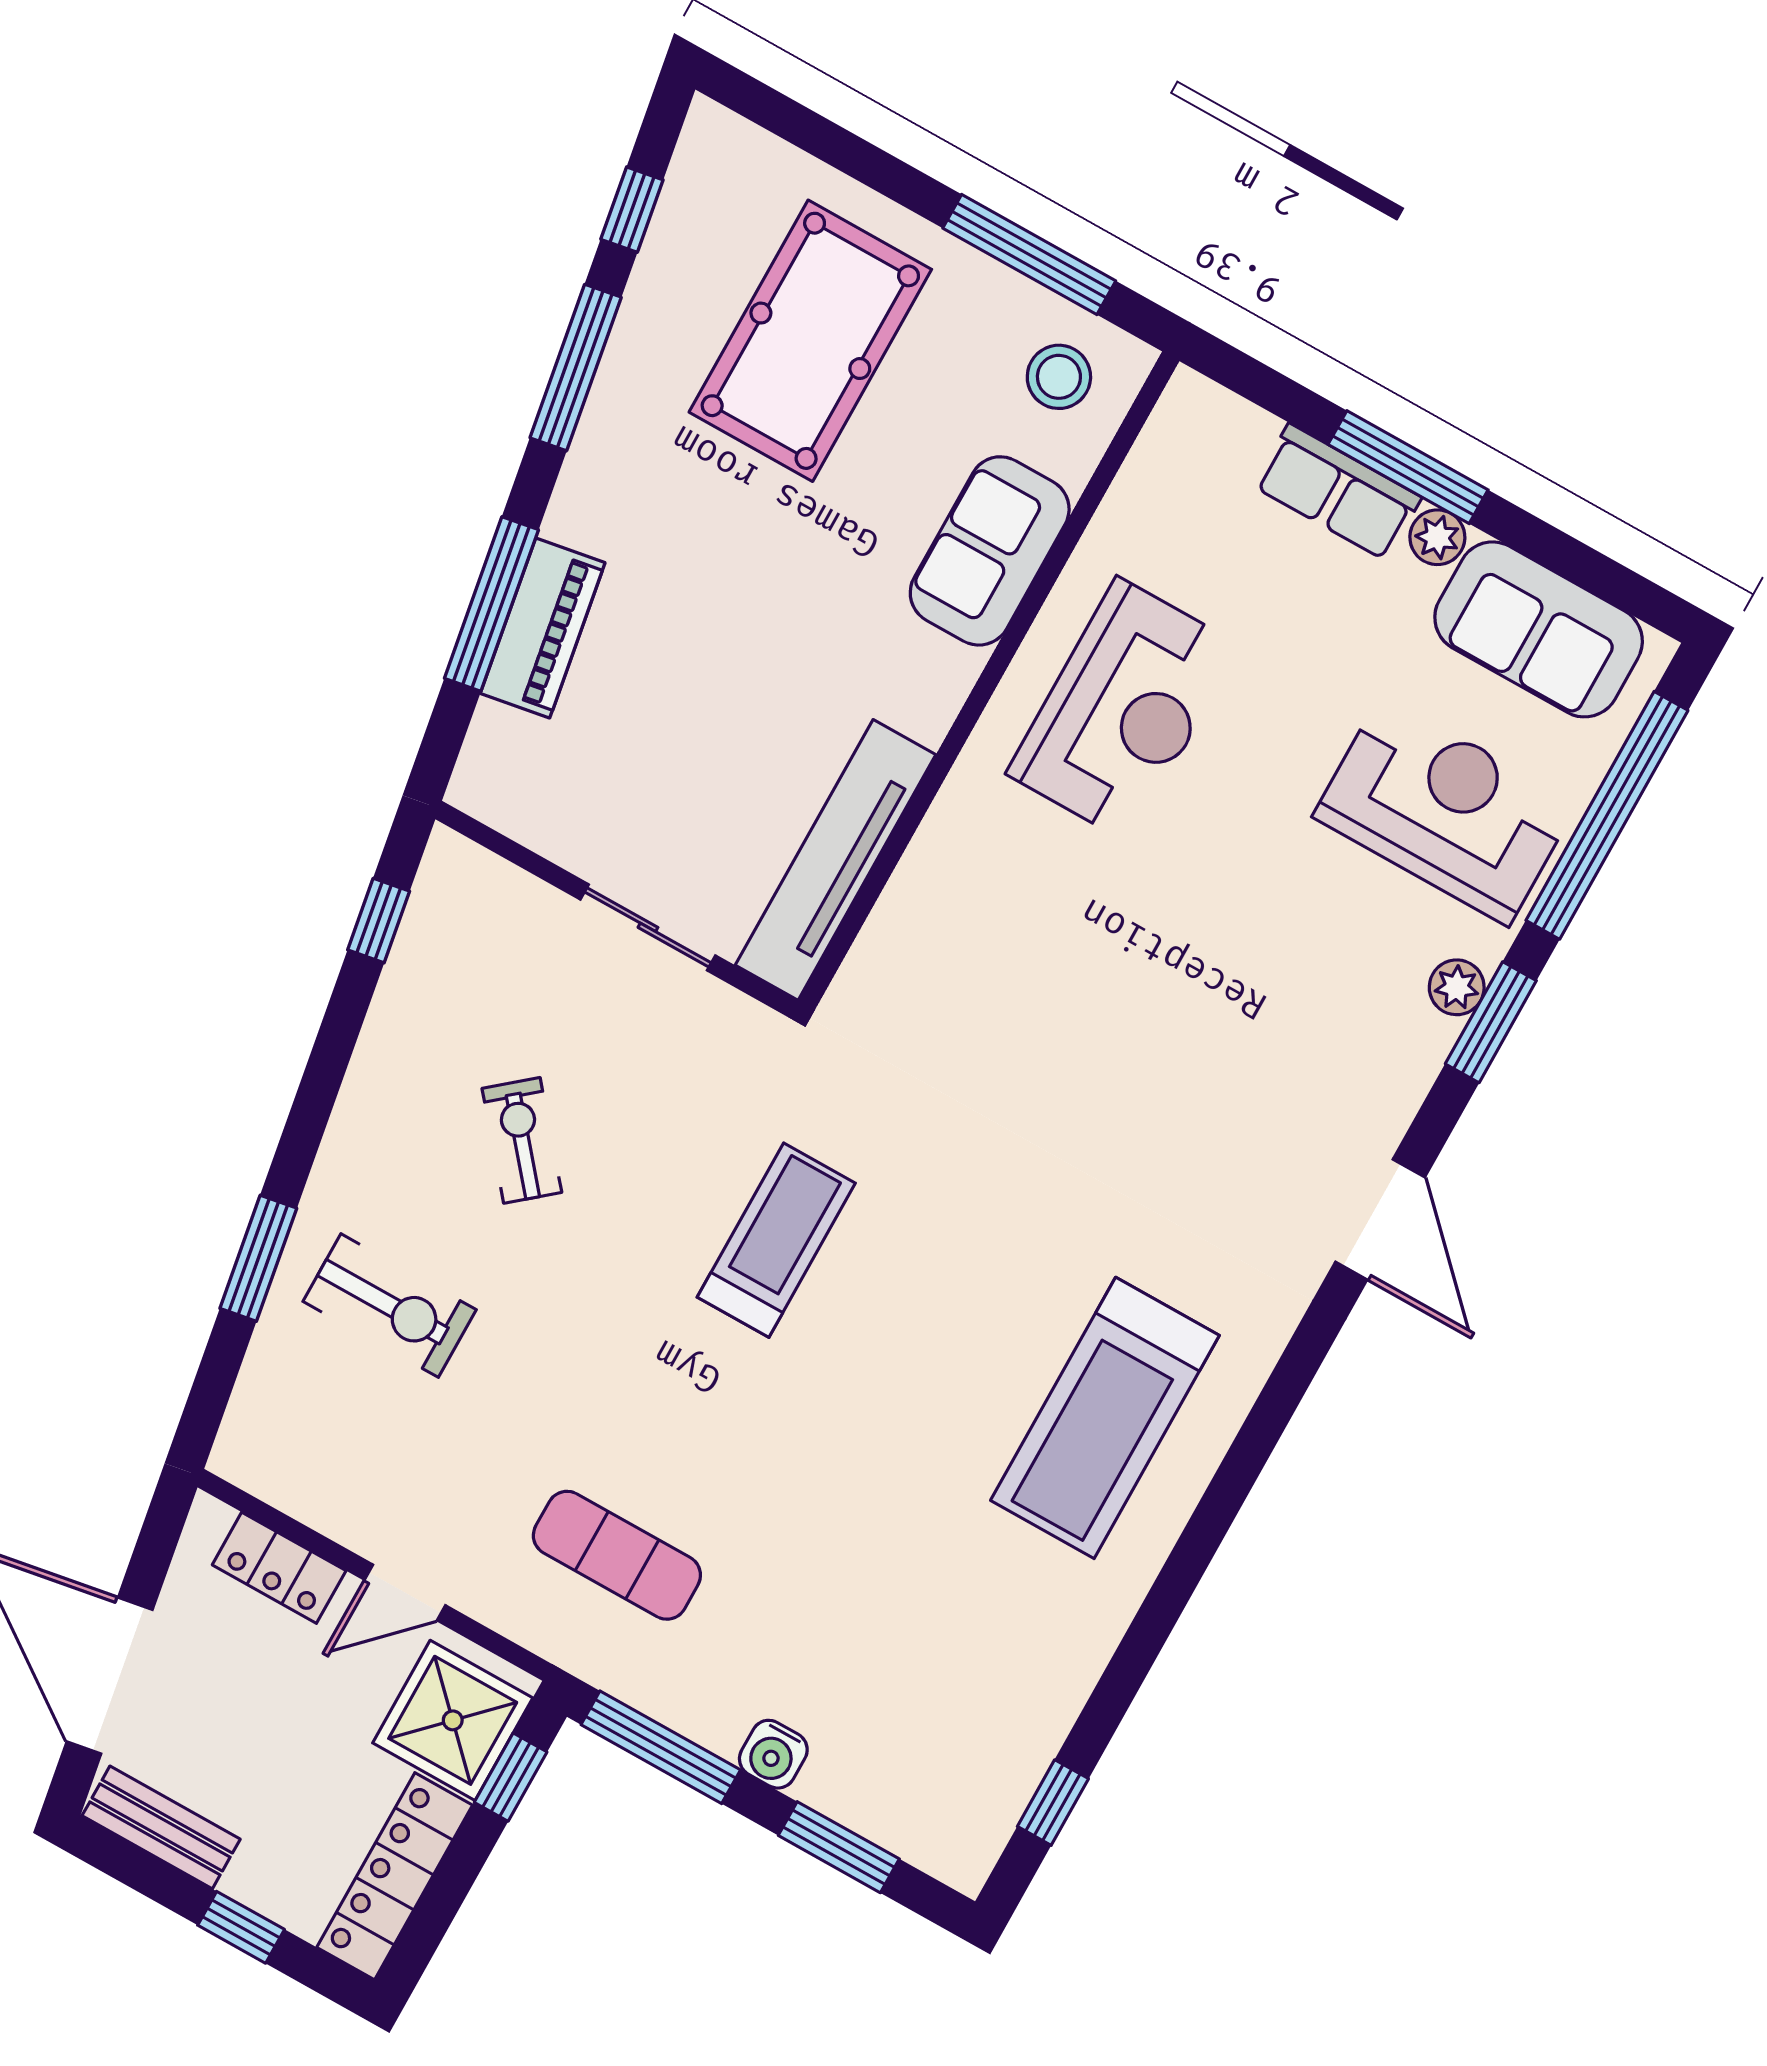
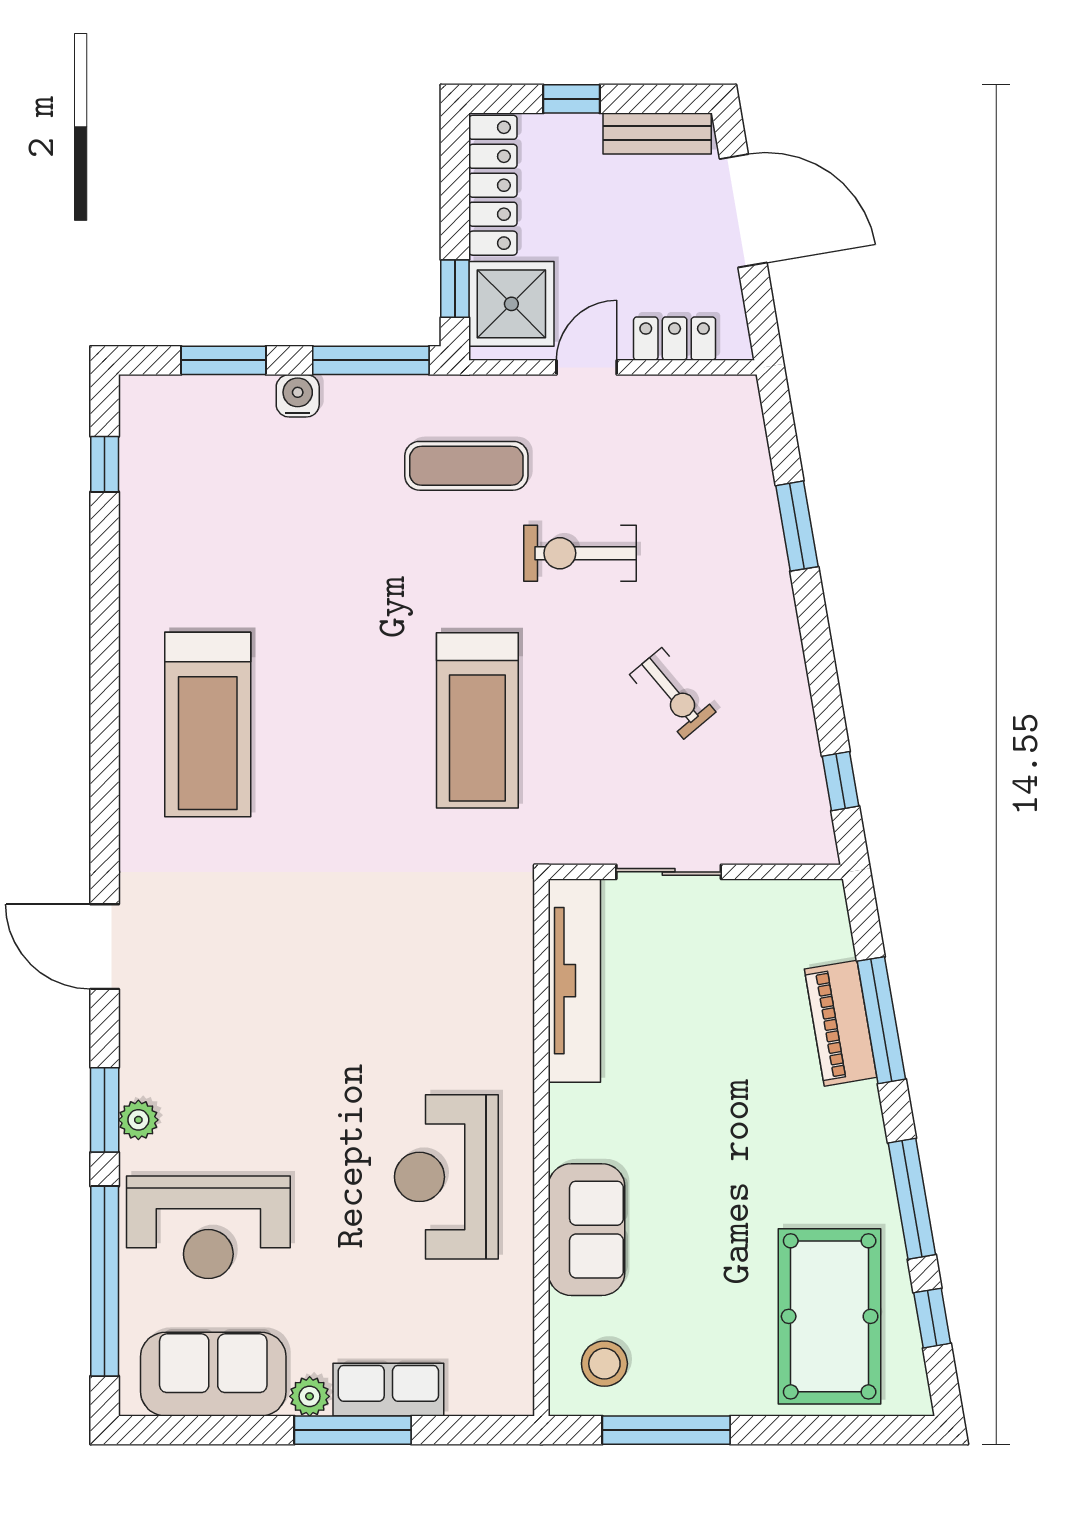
pool table: (810, 341) -> (830, 1316), moved
treadmill: (776, 1240) -> (477, 720), width x1.37, depth x1.38
exercise bike: (390, 1306) -> (580, 553), moved
treadmill: (1105, 1418) -> (208, 725), turned 180

